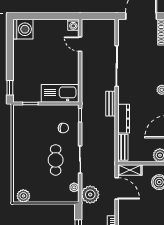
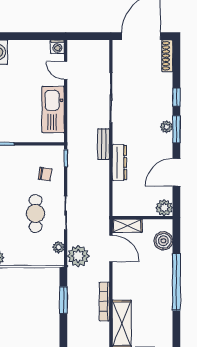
kitchen sink: (60, 93) -> (53, 110), moved, turned -90
bench: (123, 147) -> (119, 198), removed

